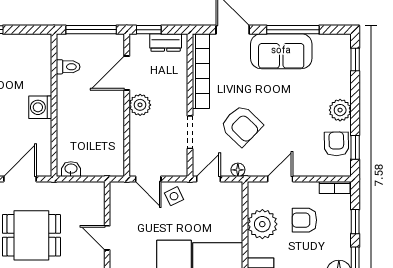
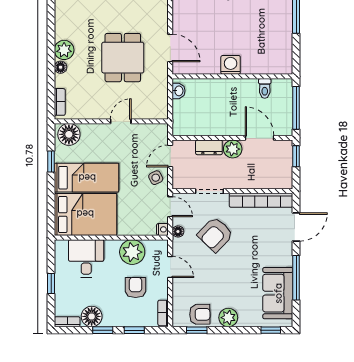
dresser: (166, 42) -> (209, 147), moved, turned -90
sofa: (281, 51) -> (278, 293), moved
nightstand: (235, 188) -> (162, 229), added

